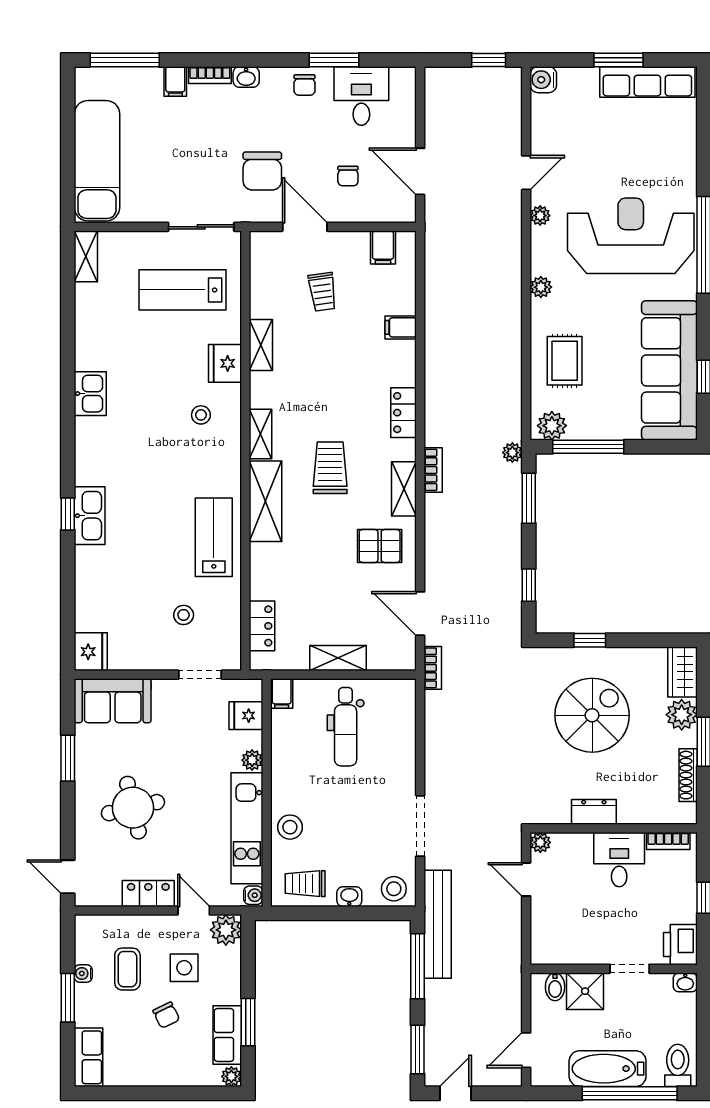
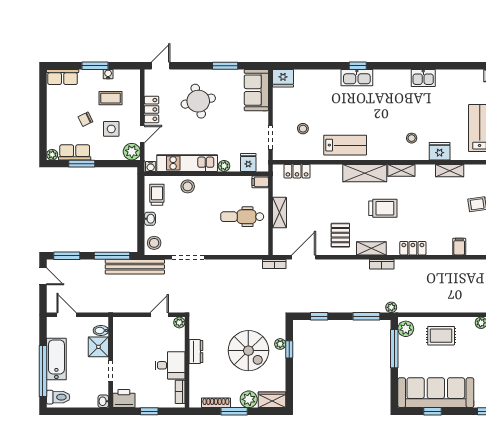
plant: (580, 657) -> (280, 344), added

